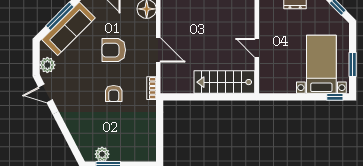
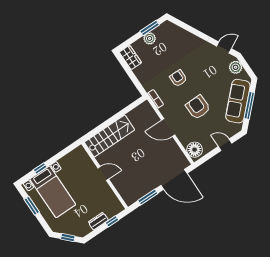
armchair: (114, 50) -> (198, 107), turned -91
window: (335, 97) -> (40, 168), moved
wardrobe: (148, 148) -> (130, 57), added
plant: (102, 154) -> (150, 38), moved

